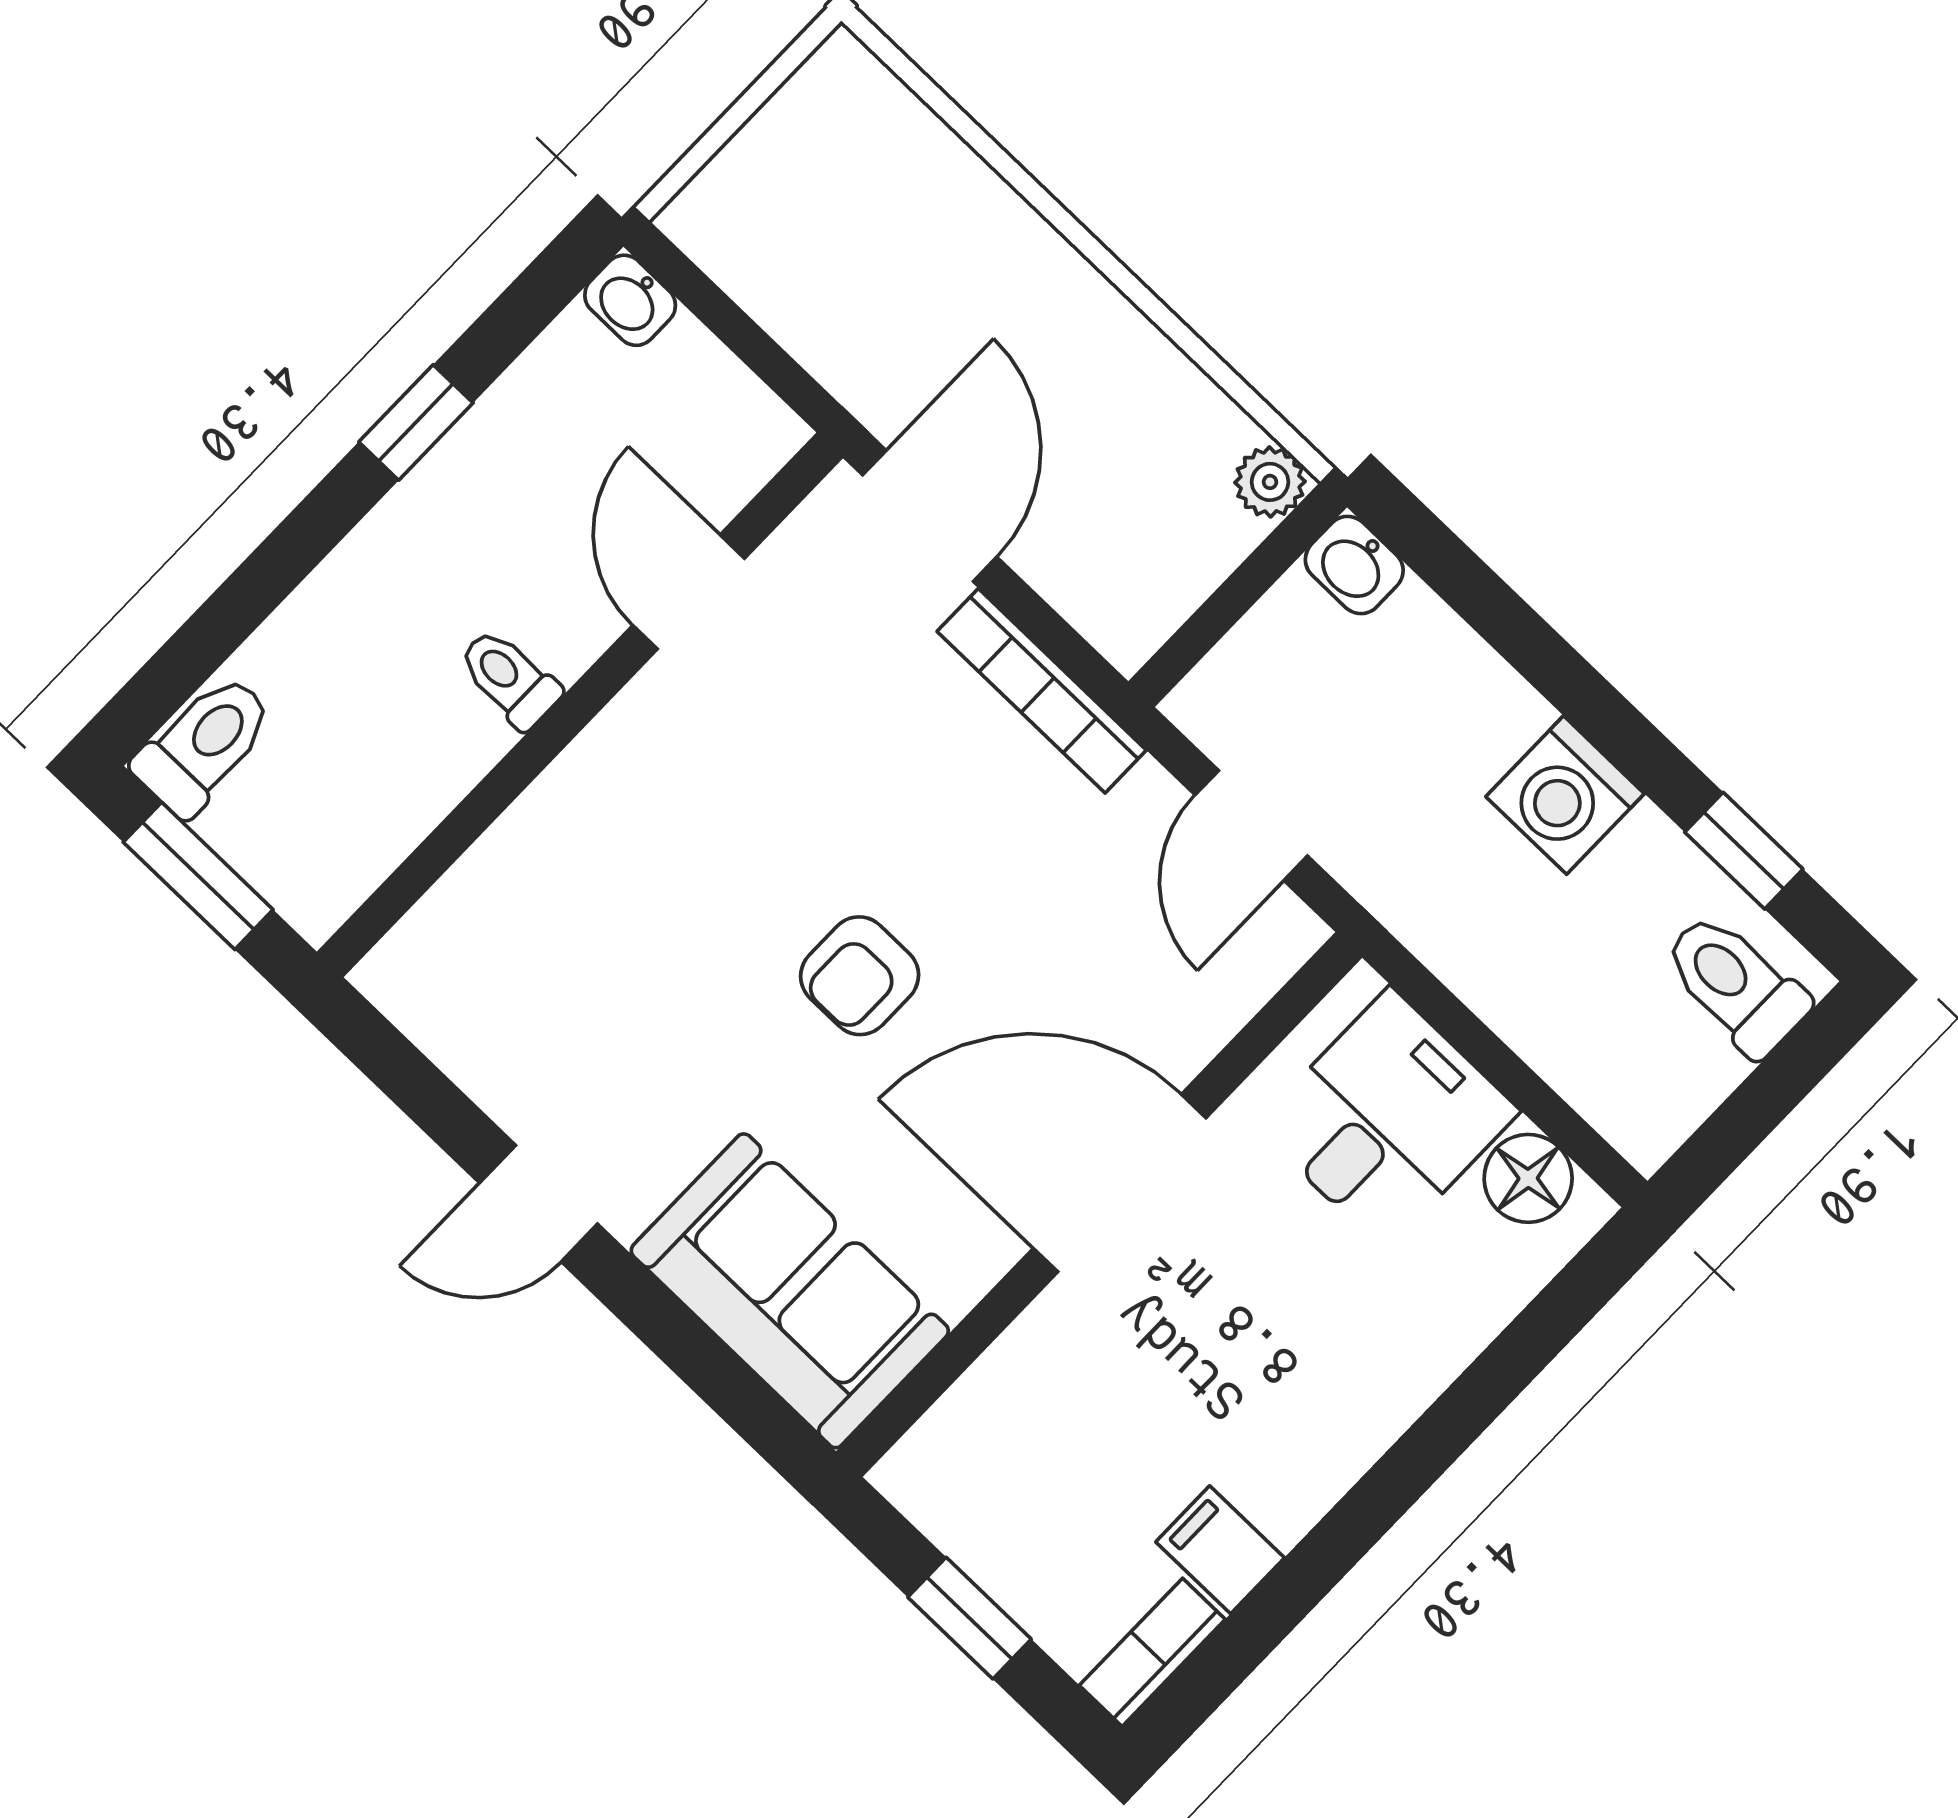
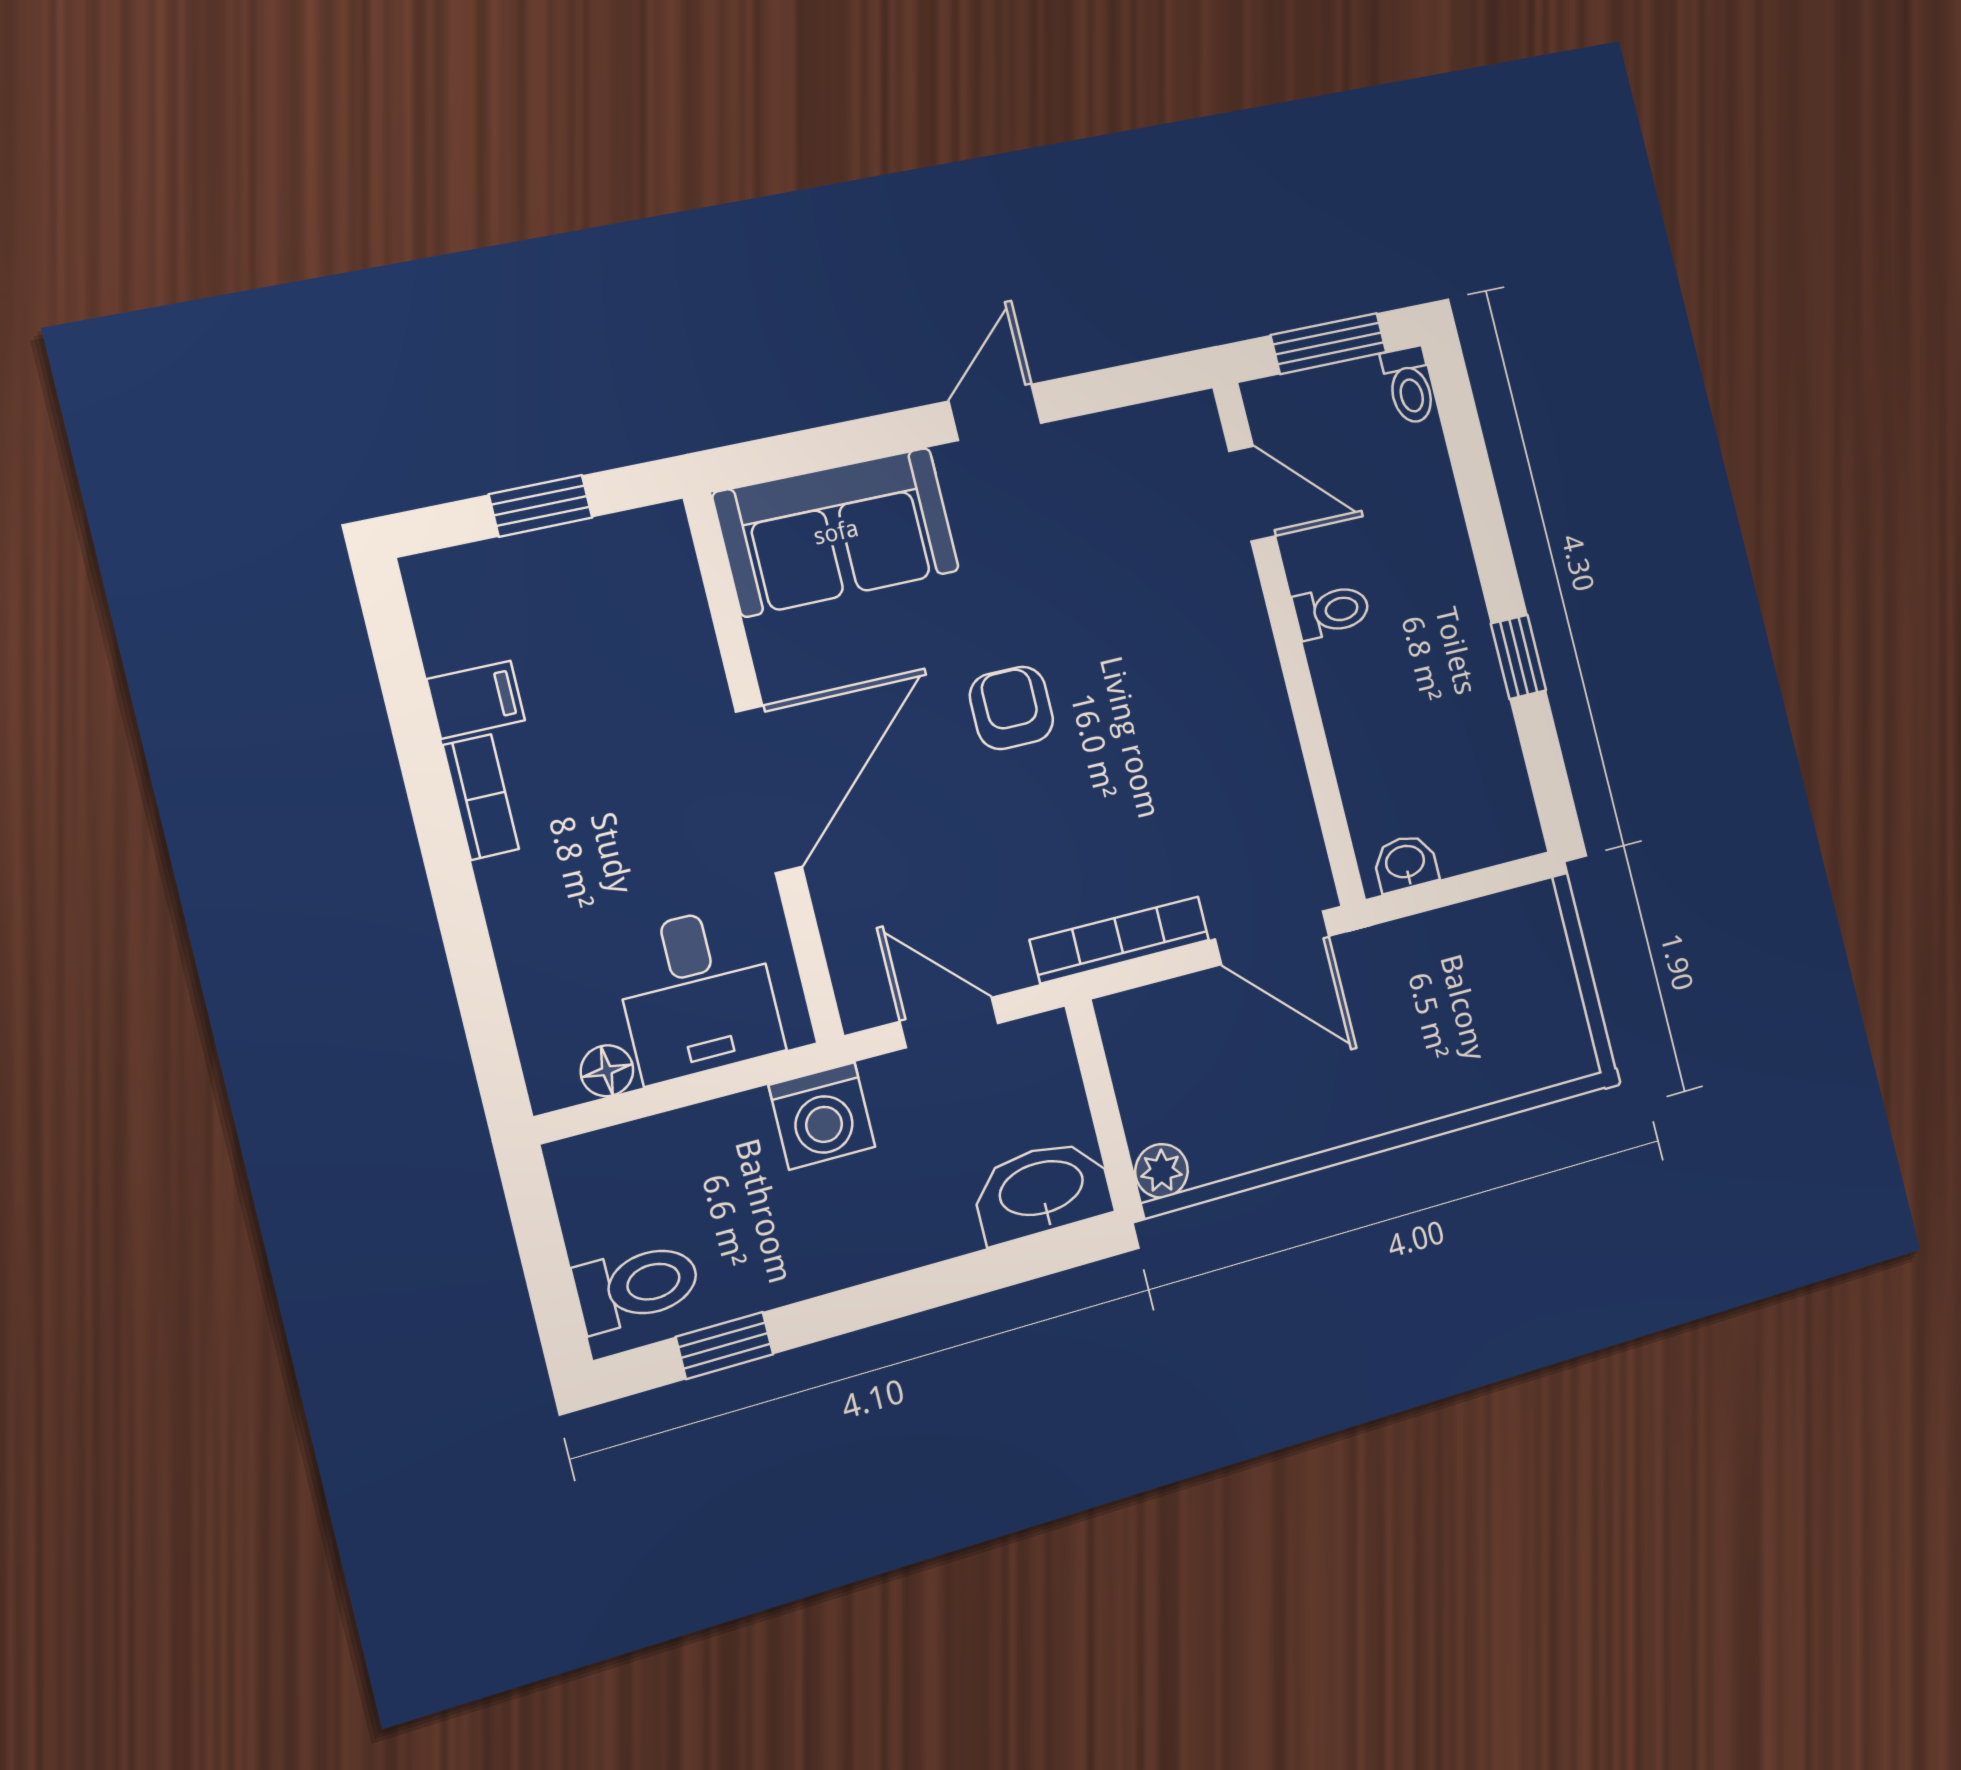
washbasin: (630, 300) -> (1405, 863), moved
washbasin: (1354, 565) -> (1042, 1190), width x1.91, depth x1.45
door: (689, 592) -> (1252, 494), moved
toilet: (204, 745) -> (1409, 385), width x0.73, depth x0.72
washing machine: (1565, 795) -> (822, 1116), moved, turned 180
floor lamp: (1528, 1178) -> (607, 1071), width x0.73, depth x0.73
bookcase: (1152, 1652) -> (481, 797), moved

